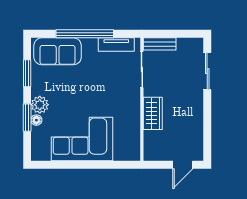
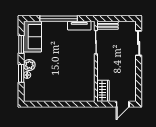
sofa: (58, 51) -> (33, 37), moved, turned -90
wardrobe: (153, 113) -> (103, 91), moved
corner sofa: (82, 139) -> (57, 87), removed

